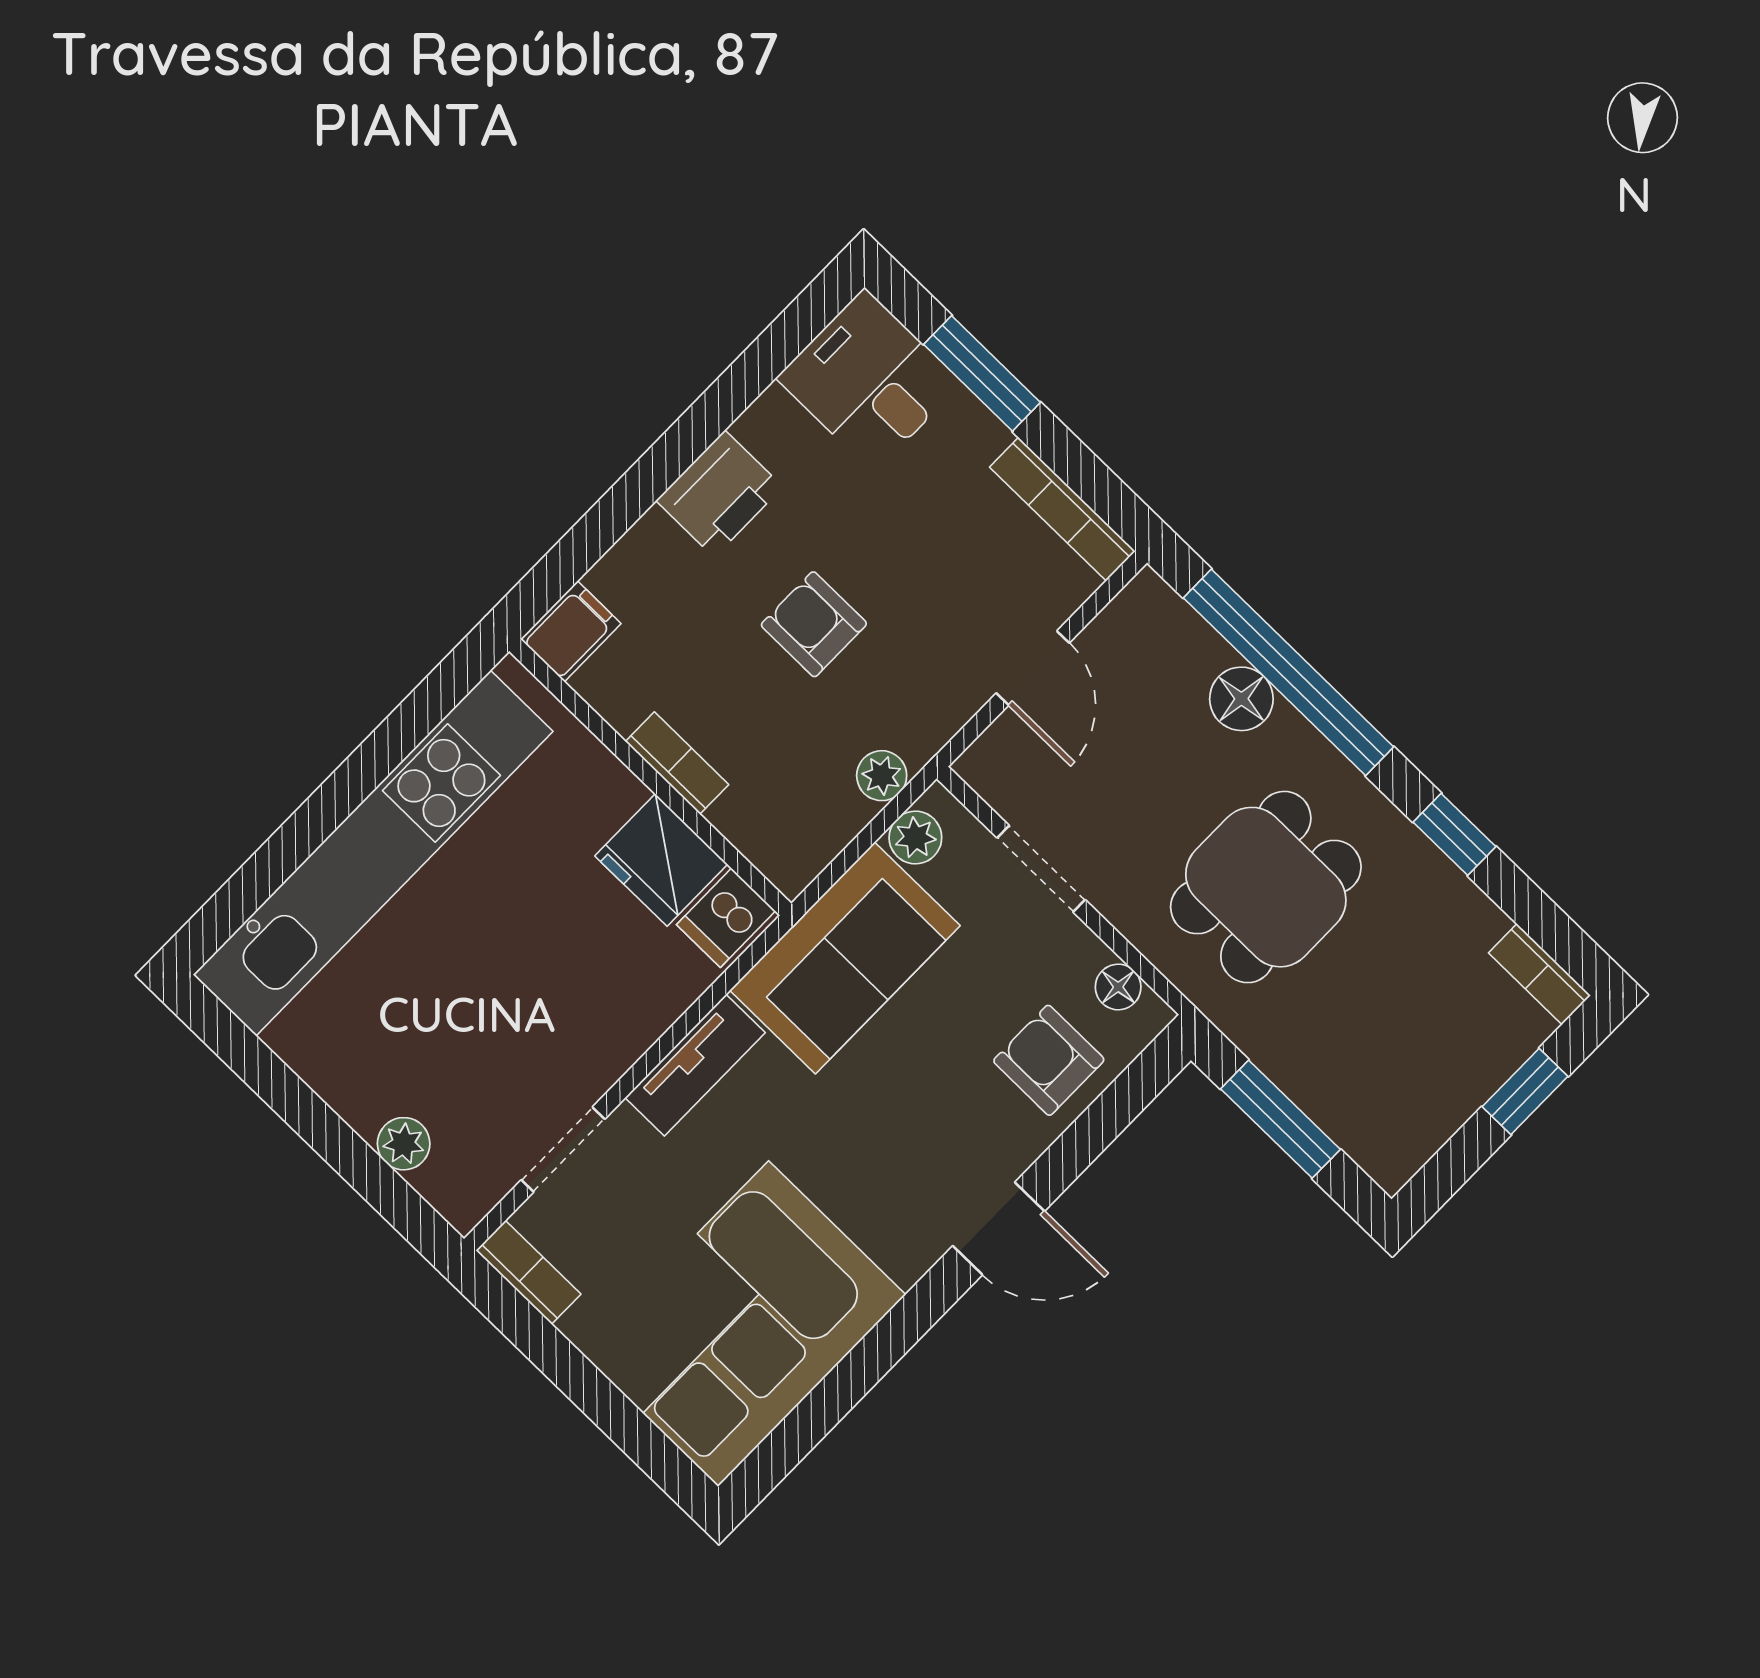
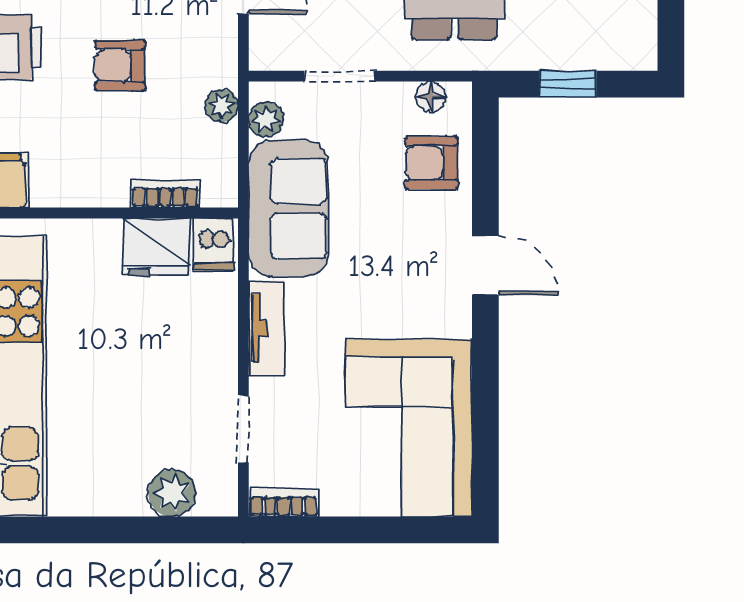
bookcase: (677, 763) -> (165, 194), moved
window: (1280, 1119) -> (568, 84), width x0.67
plant: (404, 1144) -> (172, 493), width x1.38, depth x1.38
door: (999, 1228) -> (485, 265), hinge flipped

